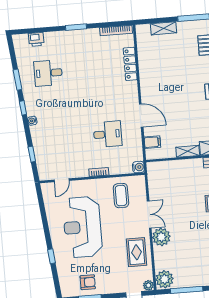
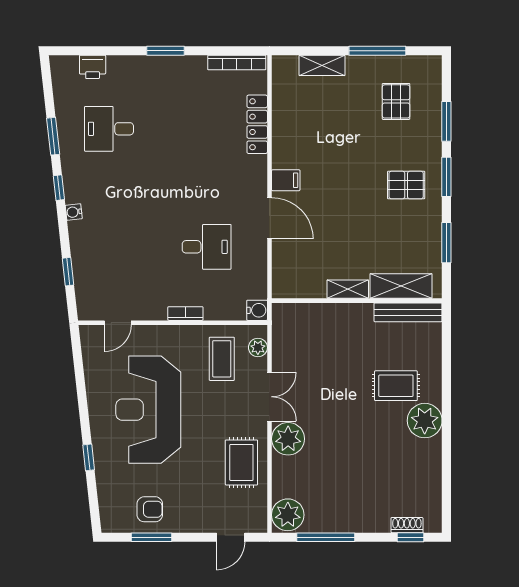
filing cabinet: (152, 142) -> (286, 180), moved
plant: (148, 285) -> (258, 347), moved

